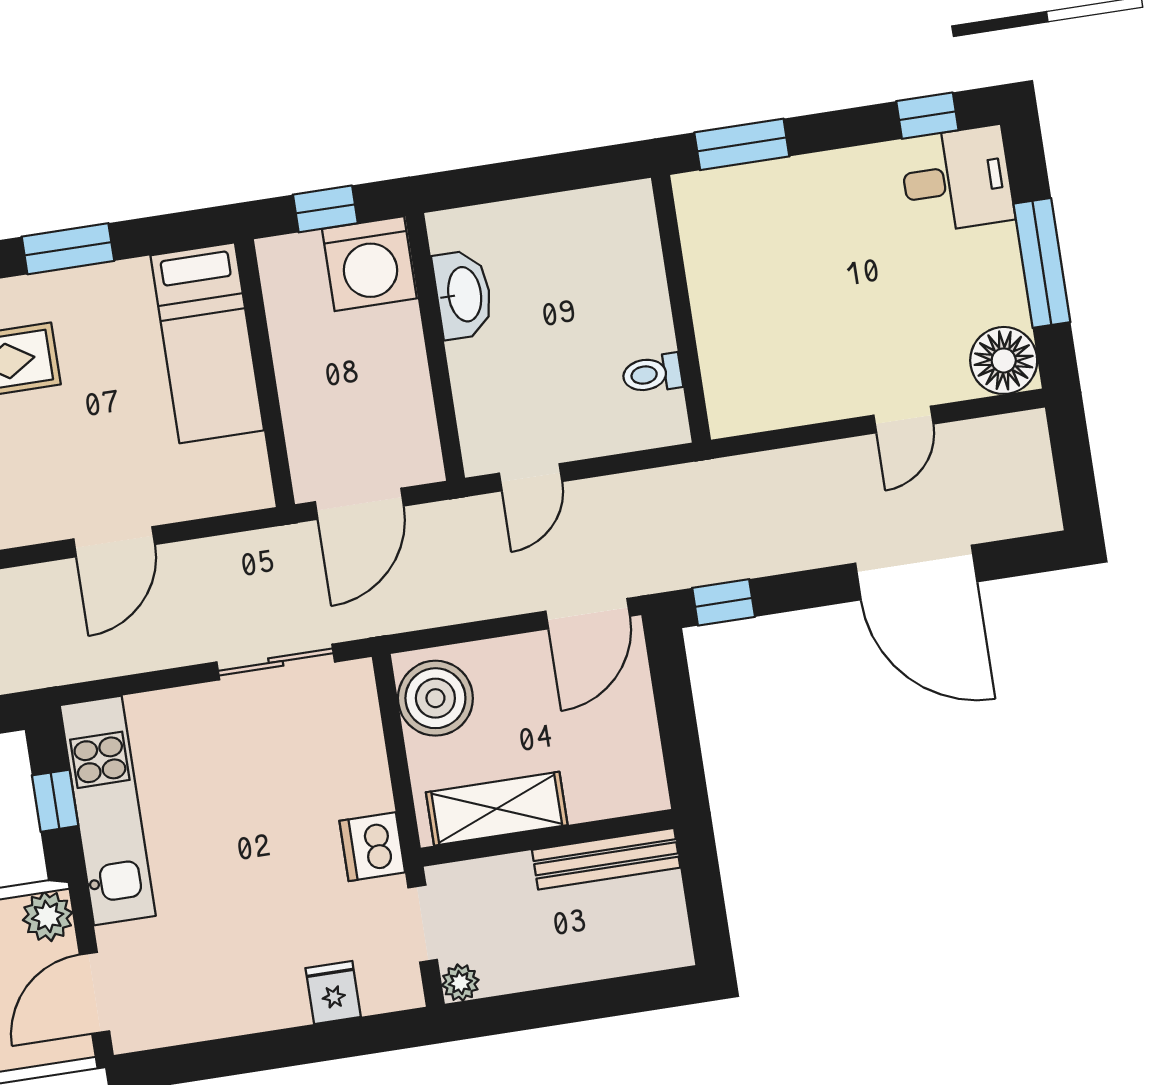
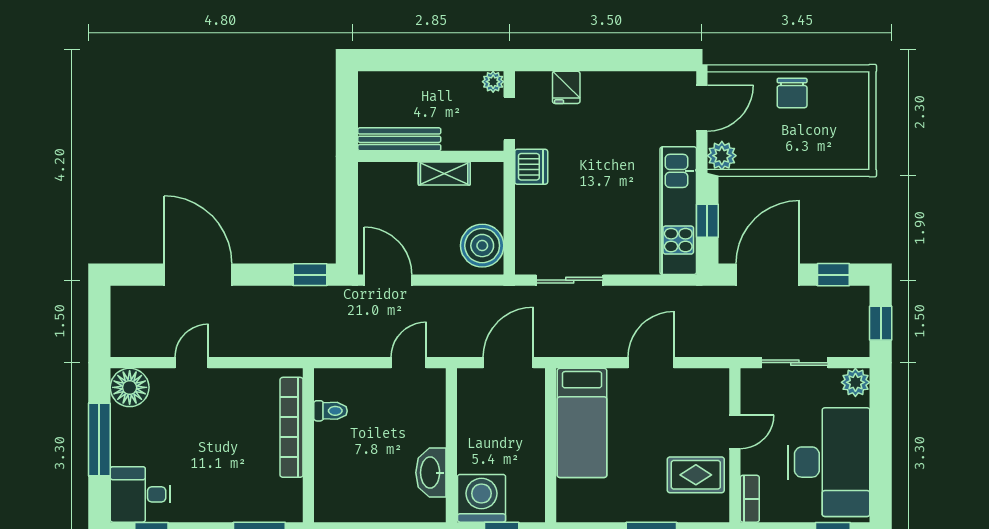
bookcase: (715, 335) -> (292, 427), added
bed: (207, 343) -> (582, 423), moved, turned 180
door: (588, 614) -> (388, 280), hinge flipped
shelving: (497, 809) -> (444, 174), width x0.67, depth x0.75

